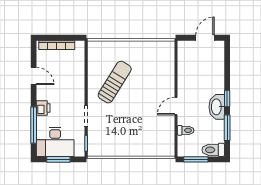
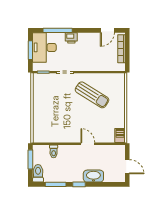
barbecue: (166, 47) -> (120, 135), added
door: (34, 76) -> (107, 30), moved
door: (176, 106) -> (88, 144), moved
washbasin: (217, 107) -> (93, 176), moved

